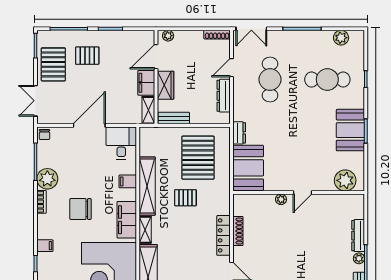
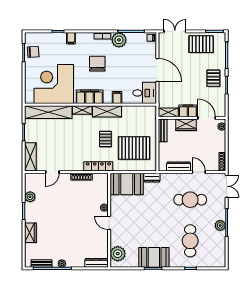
double door: (251, 29) -> (227, 186), swing flipped
plant: (341, 38) -> (220, 225), moved
pallet: (87, 56) -> (213, 78), moved
shelving: (147, 186) -> (107, 111), width x0.68
locker: (223, 235) -> (98, 166), moved
dresser: (358, 236) -> (96, 263), moved

